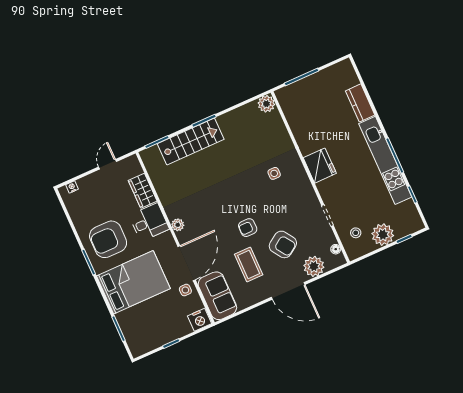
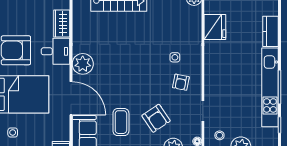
fridge: (320, 166) -> (215, 27), moved
plant: (178, 225) -> (83, 64), width x1.88, depth x1.88
armchair: (248, 228) -> (181, 82), moved, turned -79
door: (187, 263) -> (71, 98), hinge flipped
side table: (185, 290) -> (13, 132), moved

